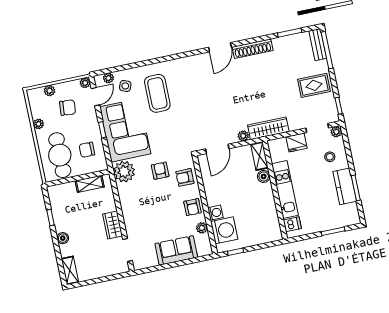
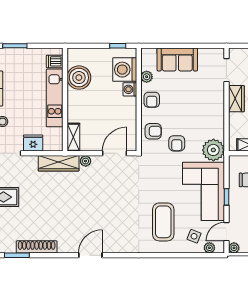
shoe rack: (253, 49) -> (37, 247), moved
boiler: (264, 176) -> (79, 78), moved, width x1.86, depth x1.86
armchair: (192, 207) -> (152, 100), turned 180

